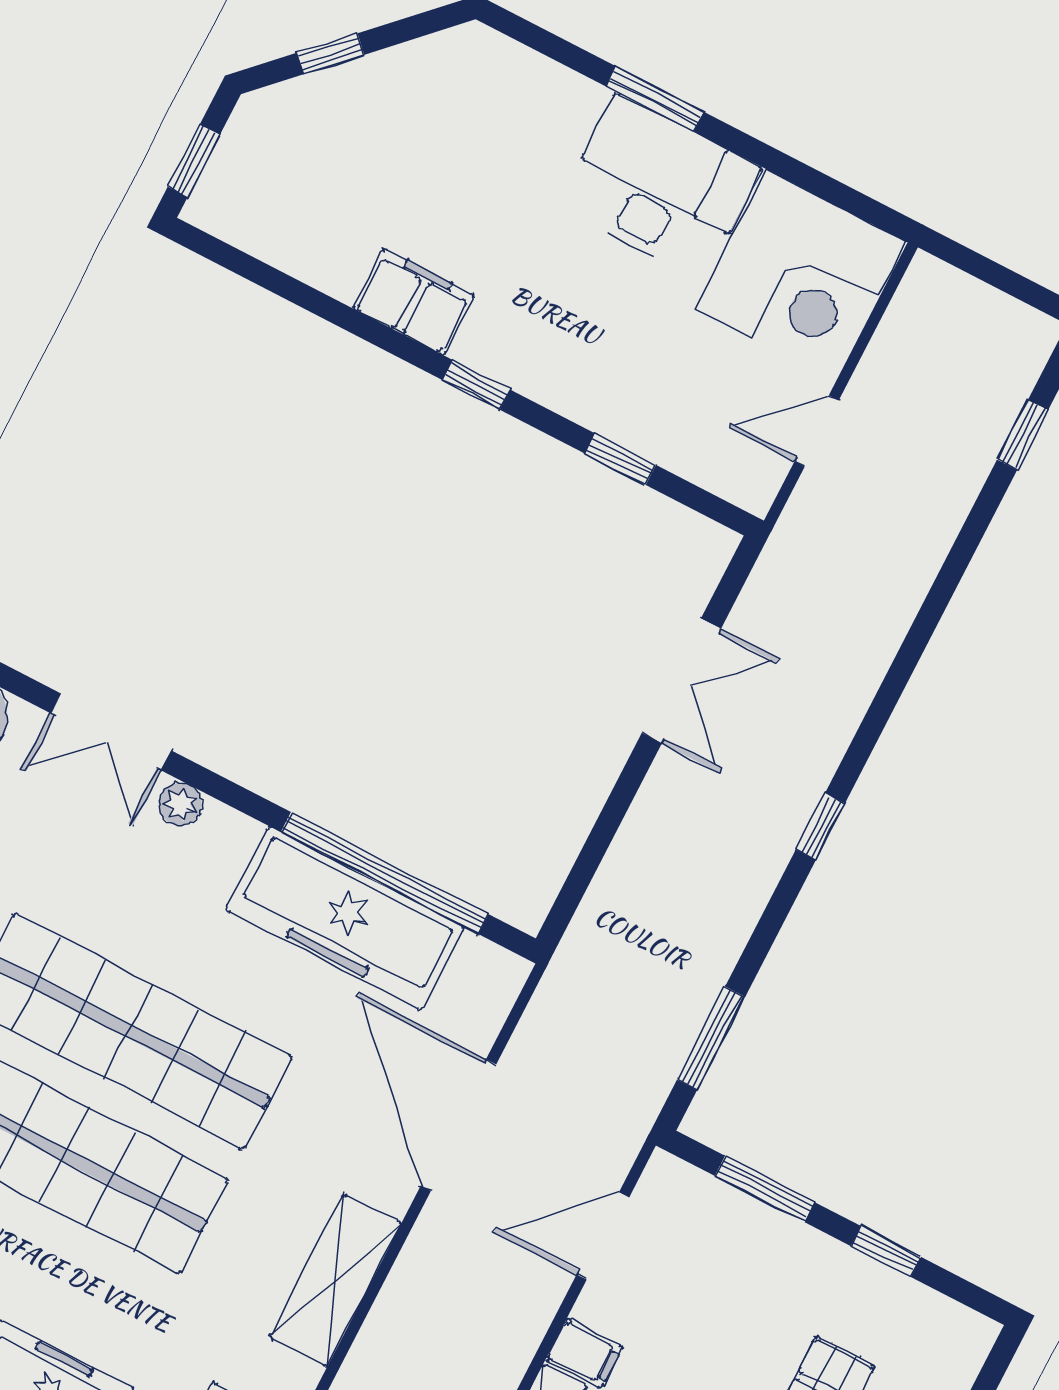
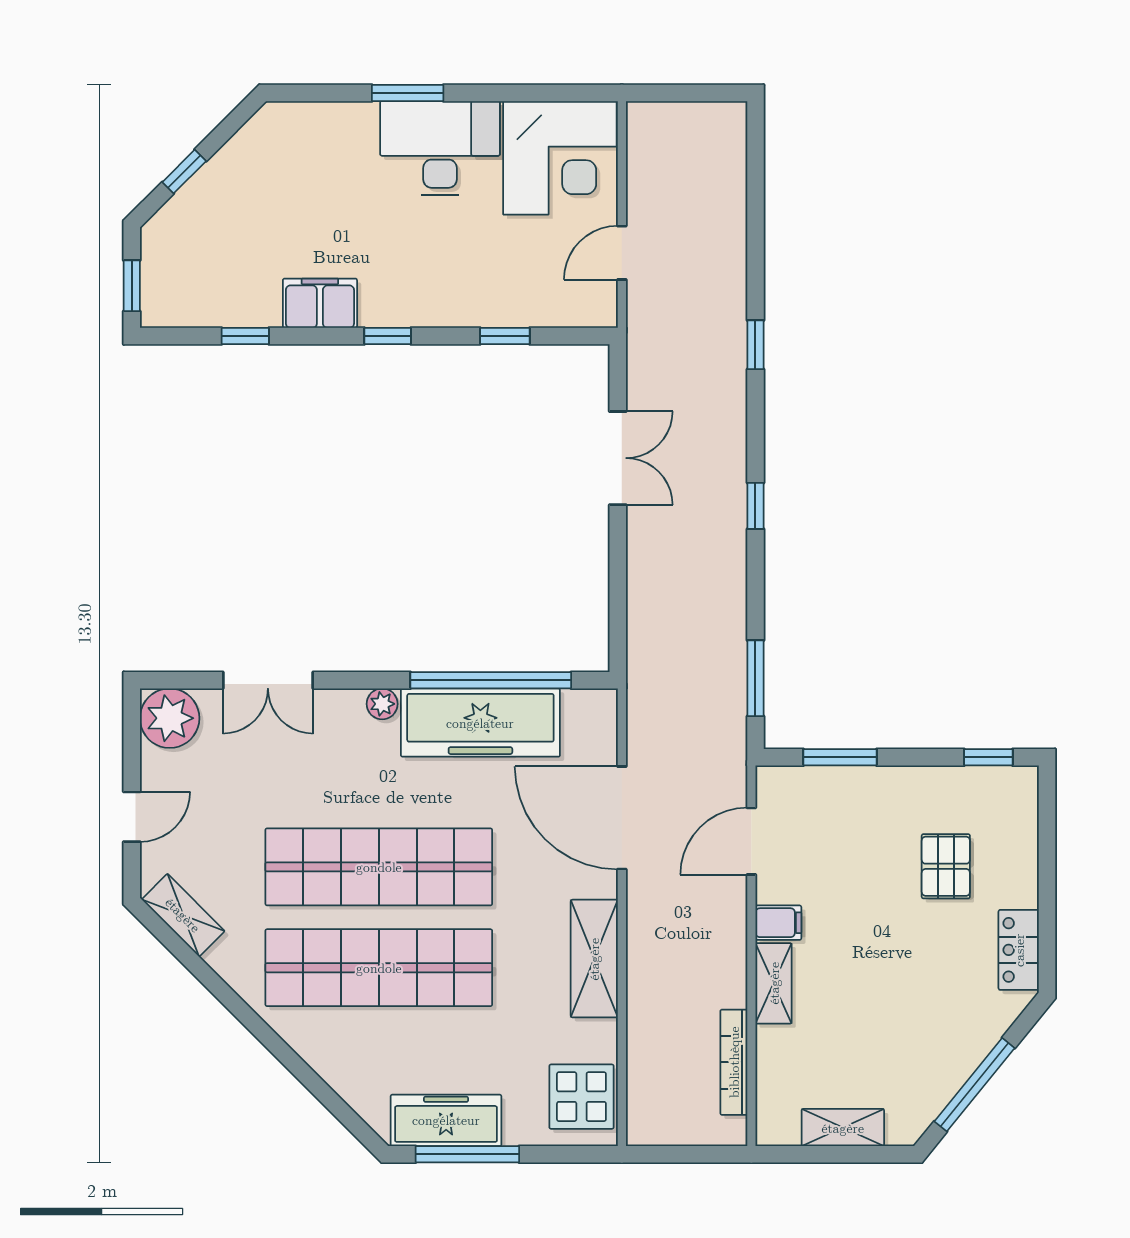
window: (301, 295) -> (245, 336), added
window: (1023, 435) -> (755, 345), moved
plant: (180, 804) -> (382, 704), moved
window: (886, 1252) -> (988, 757), moved

